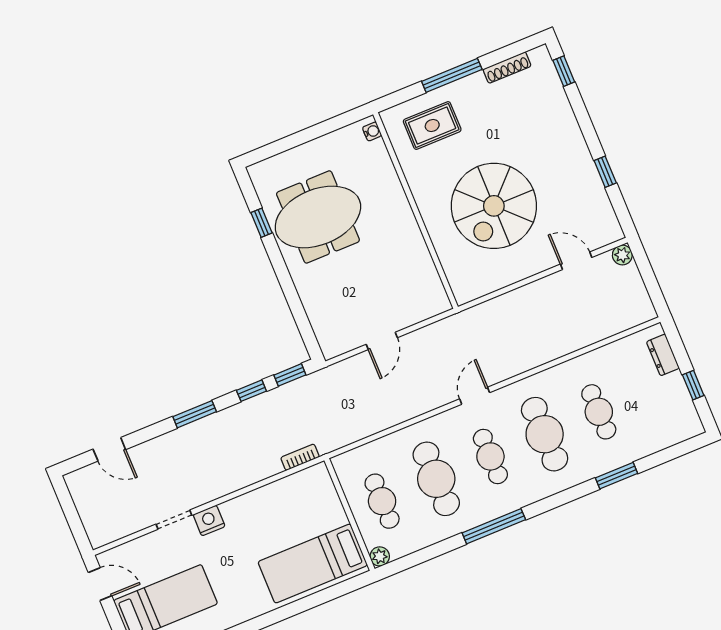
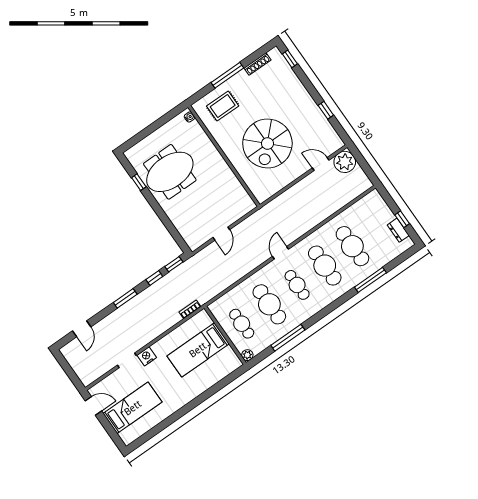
plant: (622, 255) -> (345, 162), width x1.87, depth x1.87
dresser: (663, 355) -> (398, 230), moved
cafe table: (599, 412) -> (352, 246), width x1.37, depth x1.35
door: (109, 449) -> (82, 329), hinge flipped
window: (617, 476) -> (370, 280), width x1.44
window: (494, 526) -> (288, 338), moved
bed: (313, 564) -> (198, 350), moved

